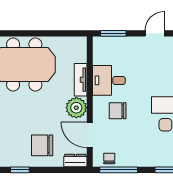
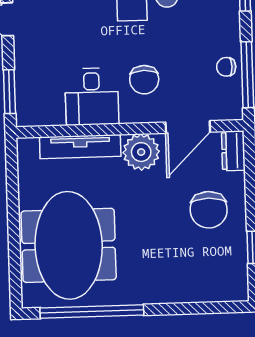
tv unit: (81, 80) -> (80, 147), width x1.41
chair: (109, 158) -> (226, 67), moved

